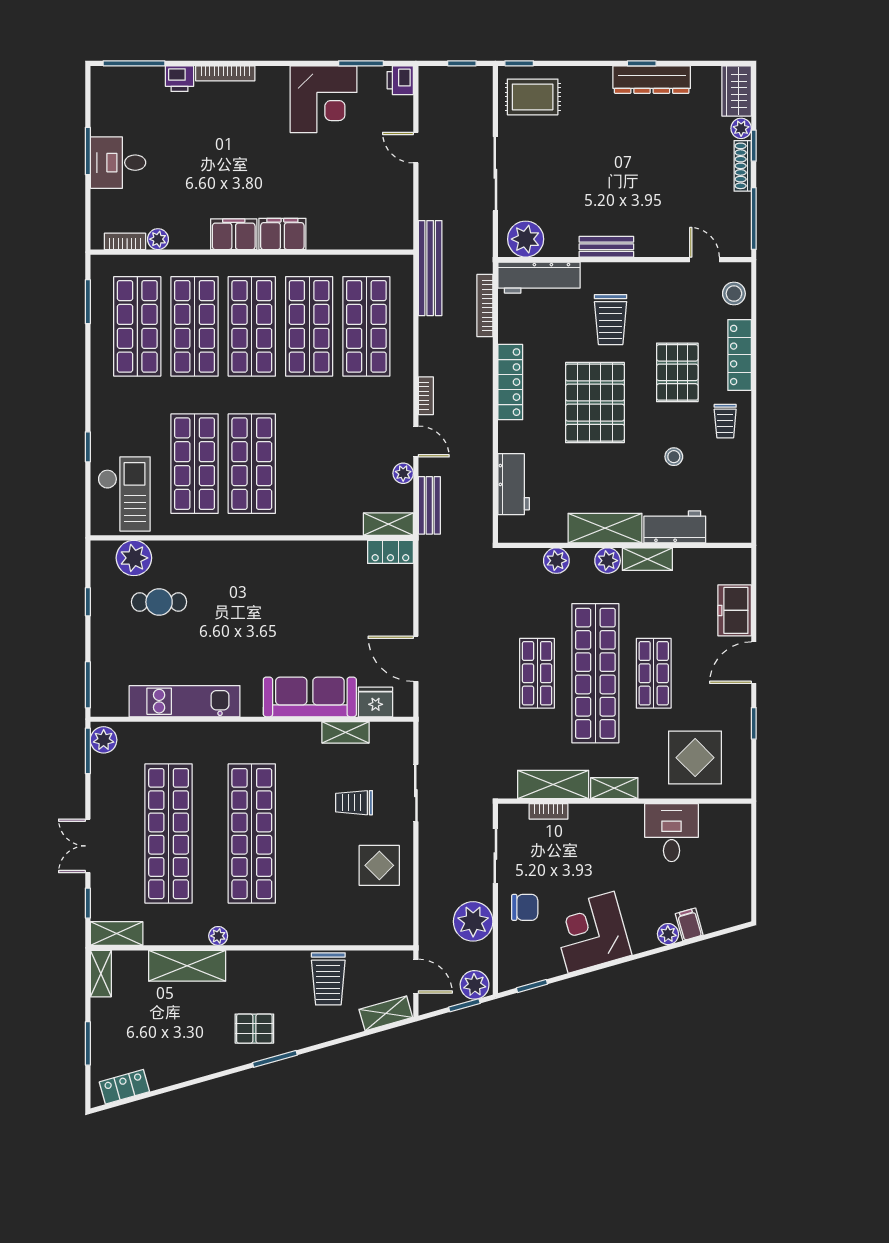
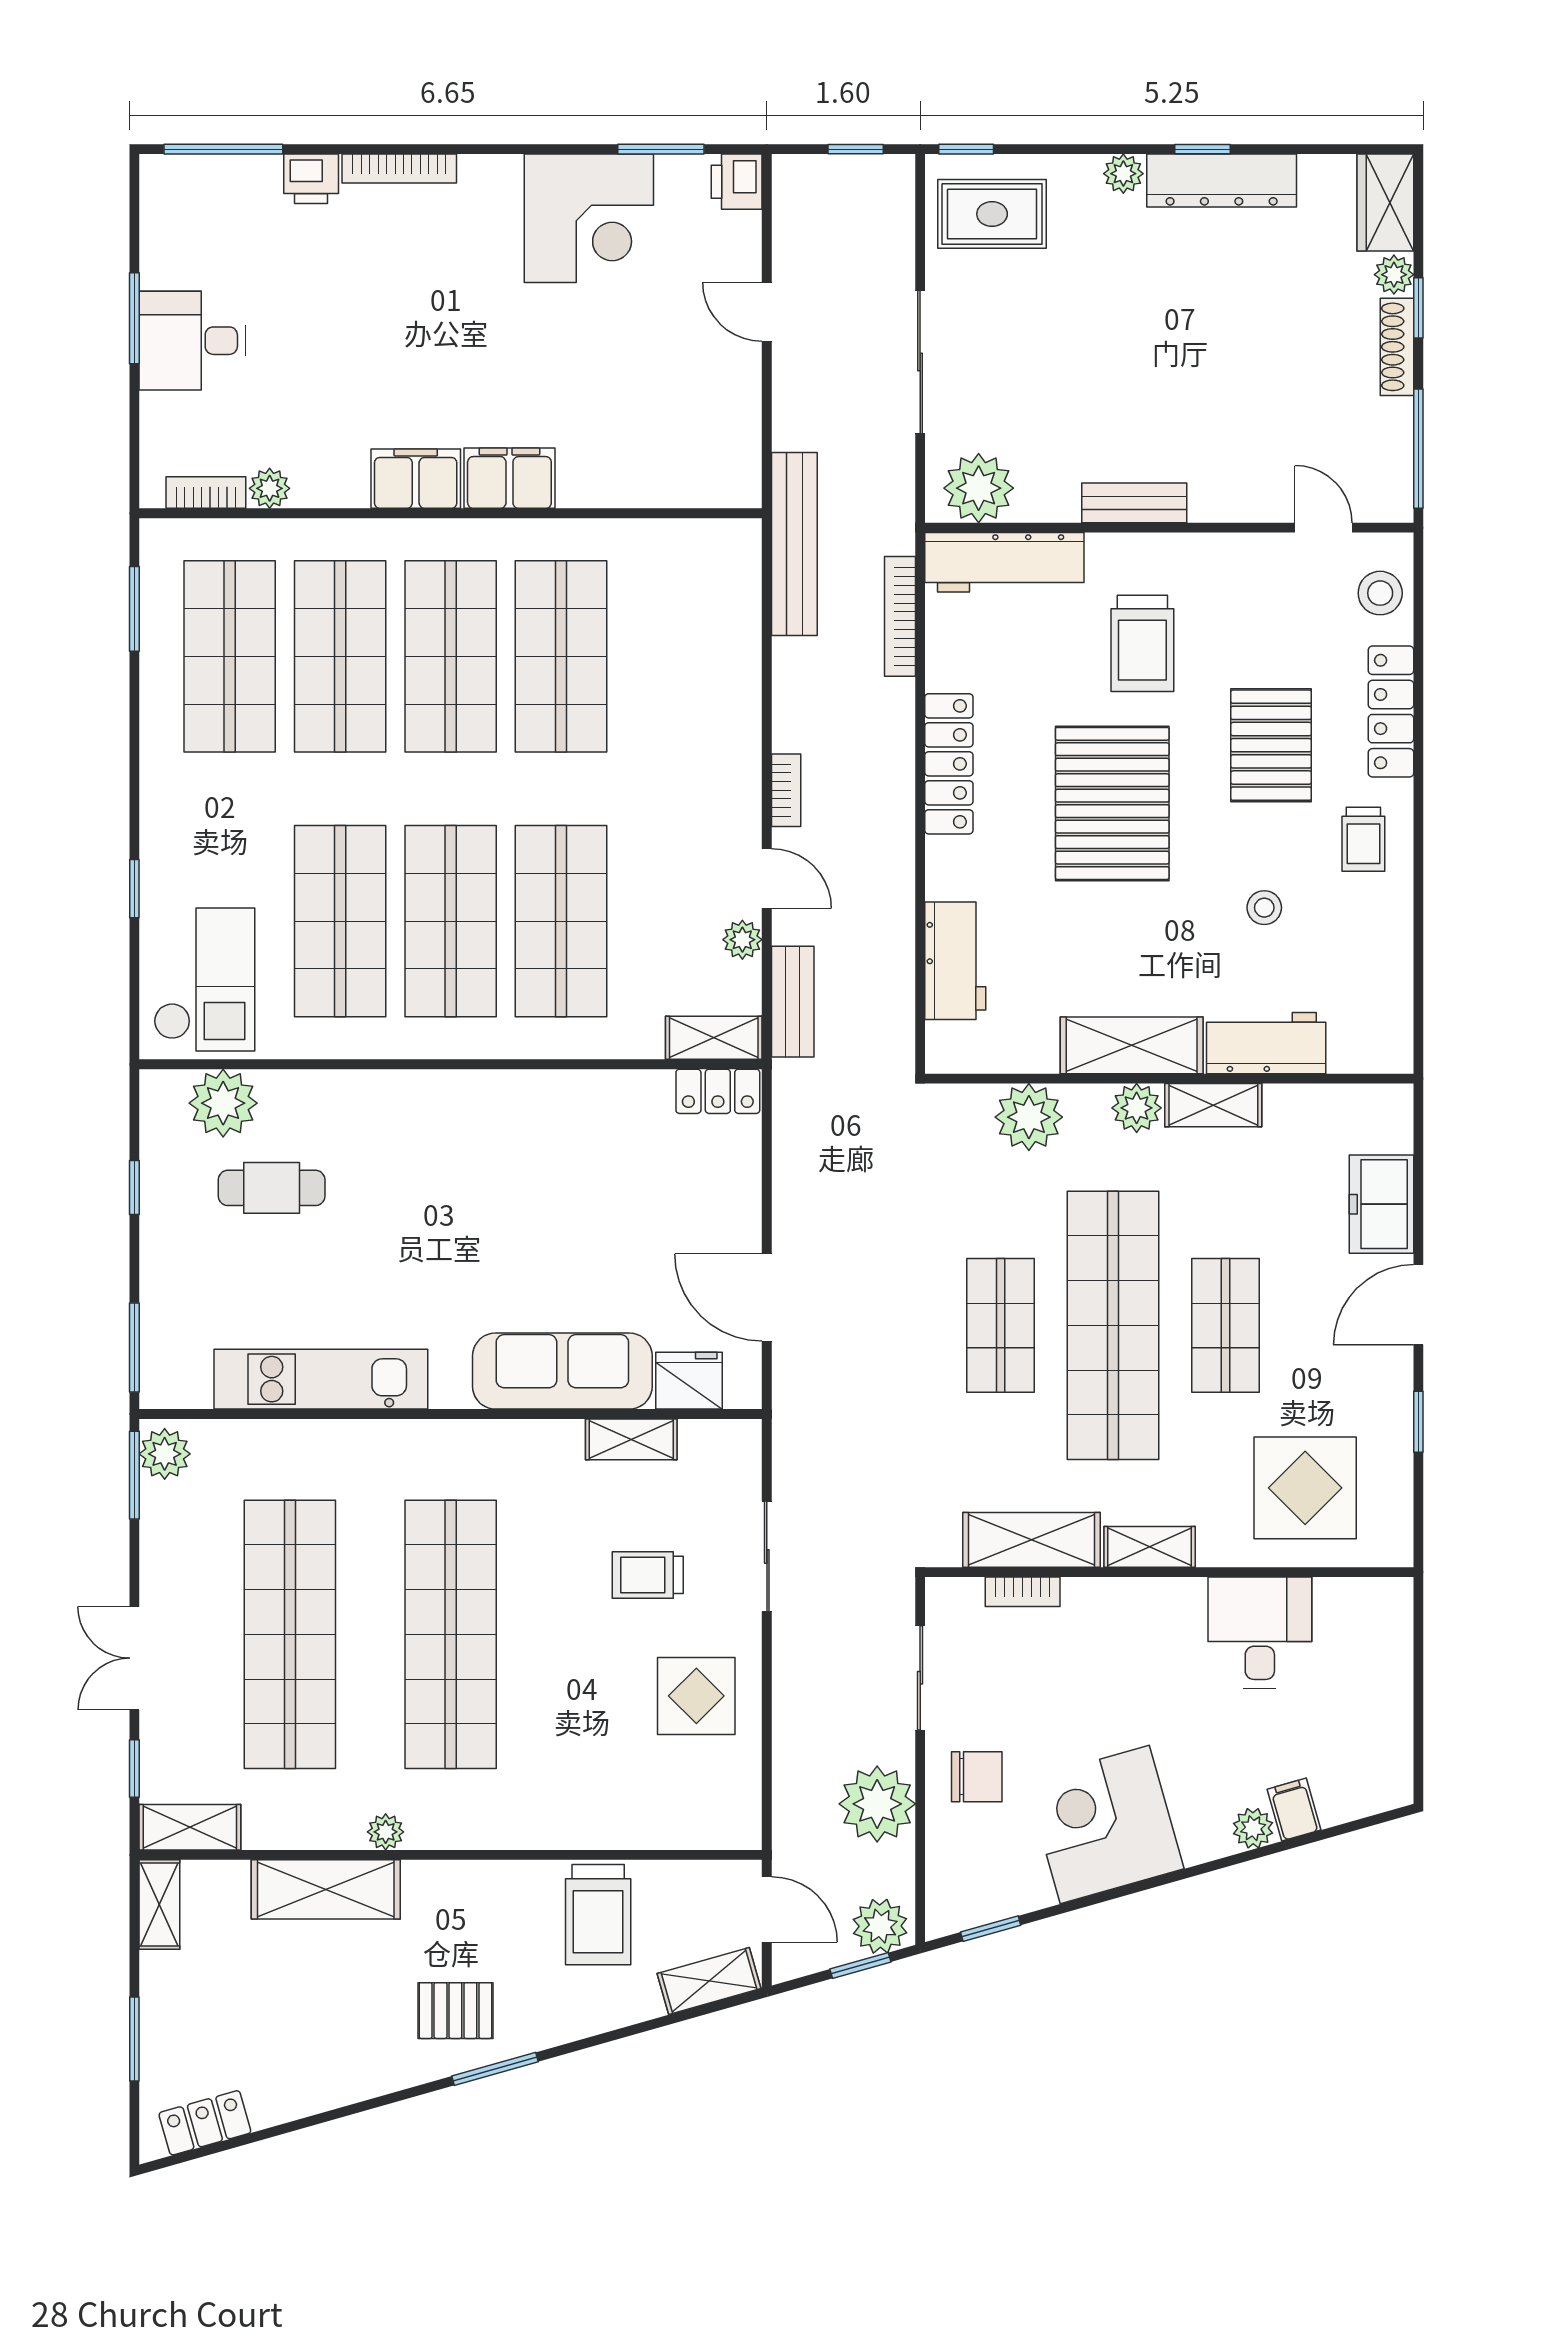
plant: (601, 76) -> (1123, 174), added
shop shelf: (366, 326) -> (561, 921), moved
plant: (556, 561) -> (1029, 1117), width x1.36, depth x1.36

